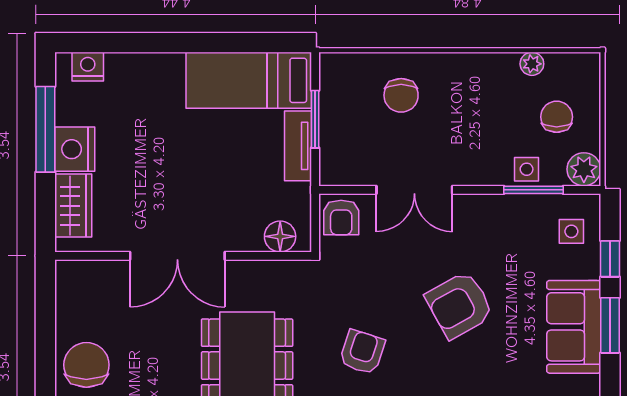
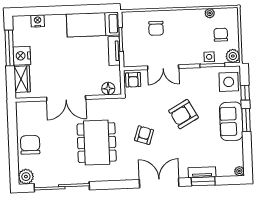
nightstand: (88, 67) -> (38, 21), moved
side table: (571, 231) -> (229, 82), width x1.87, depth x1.87

